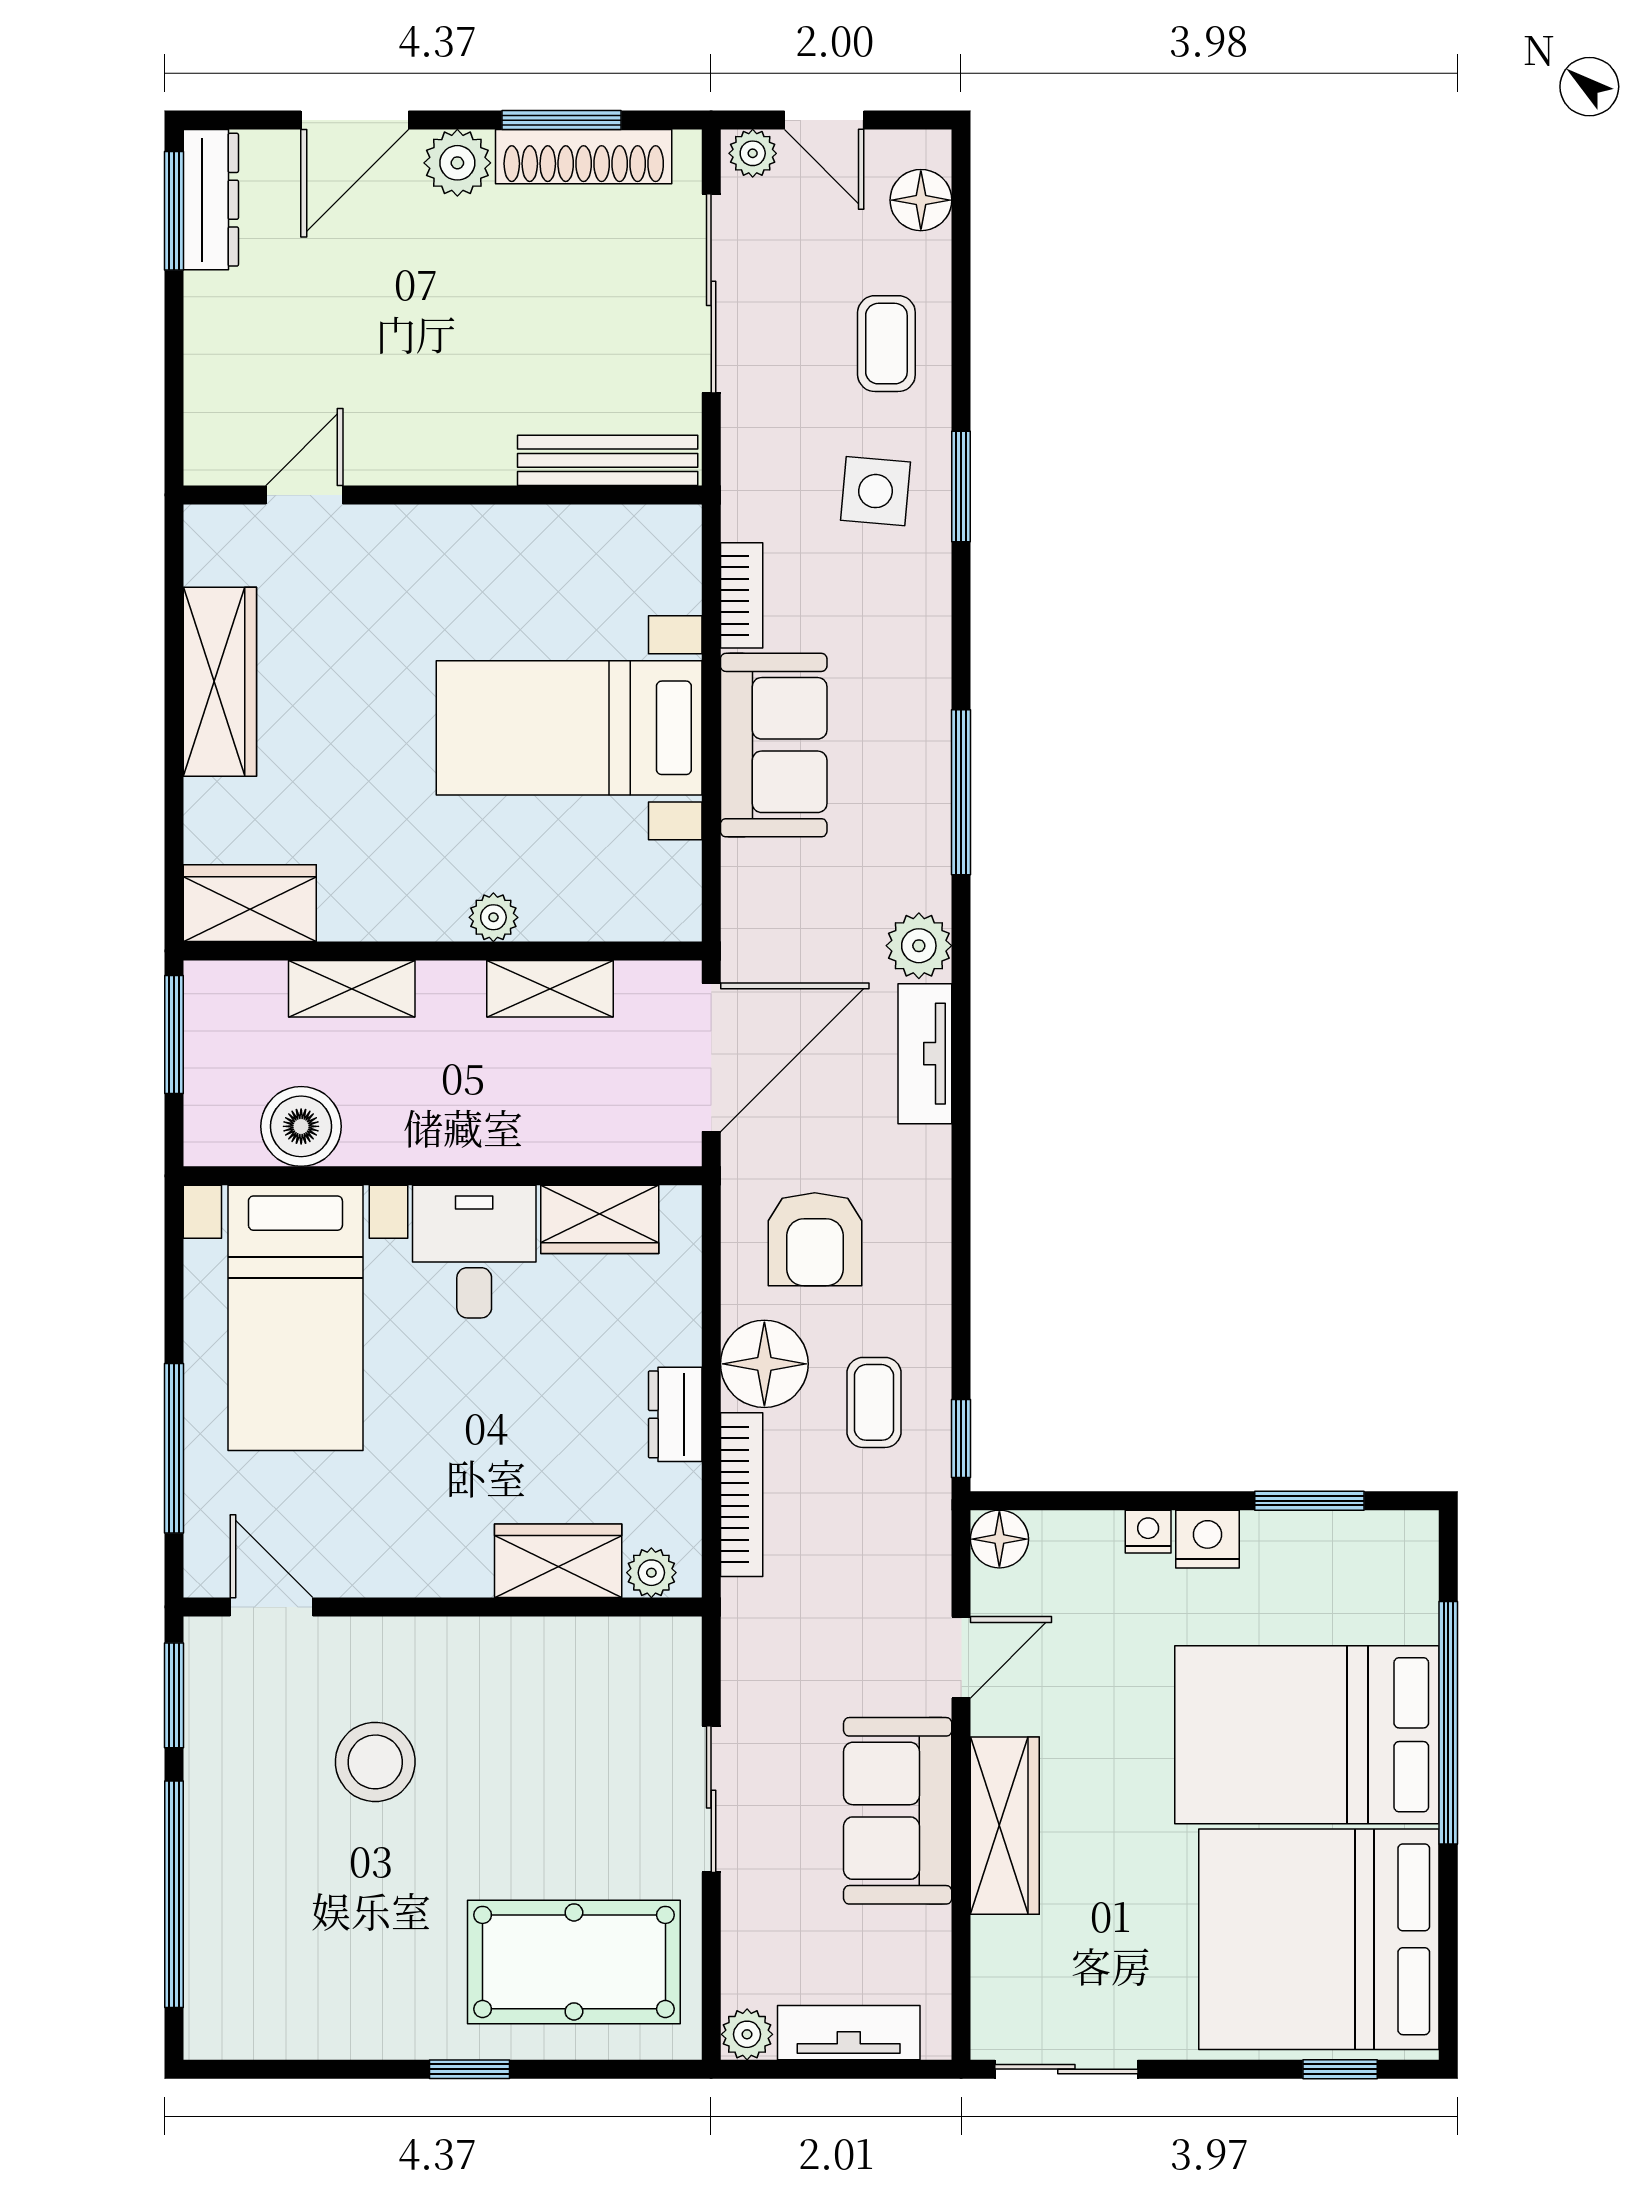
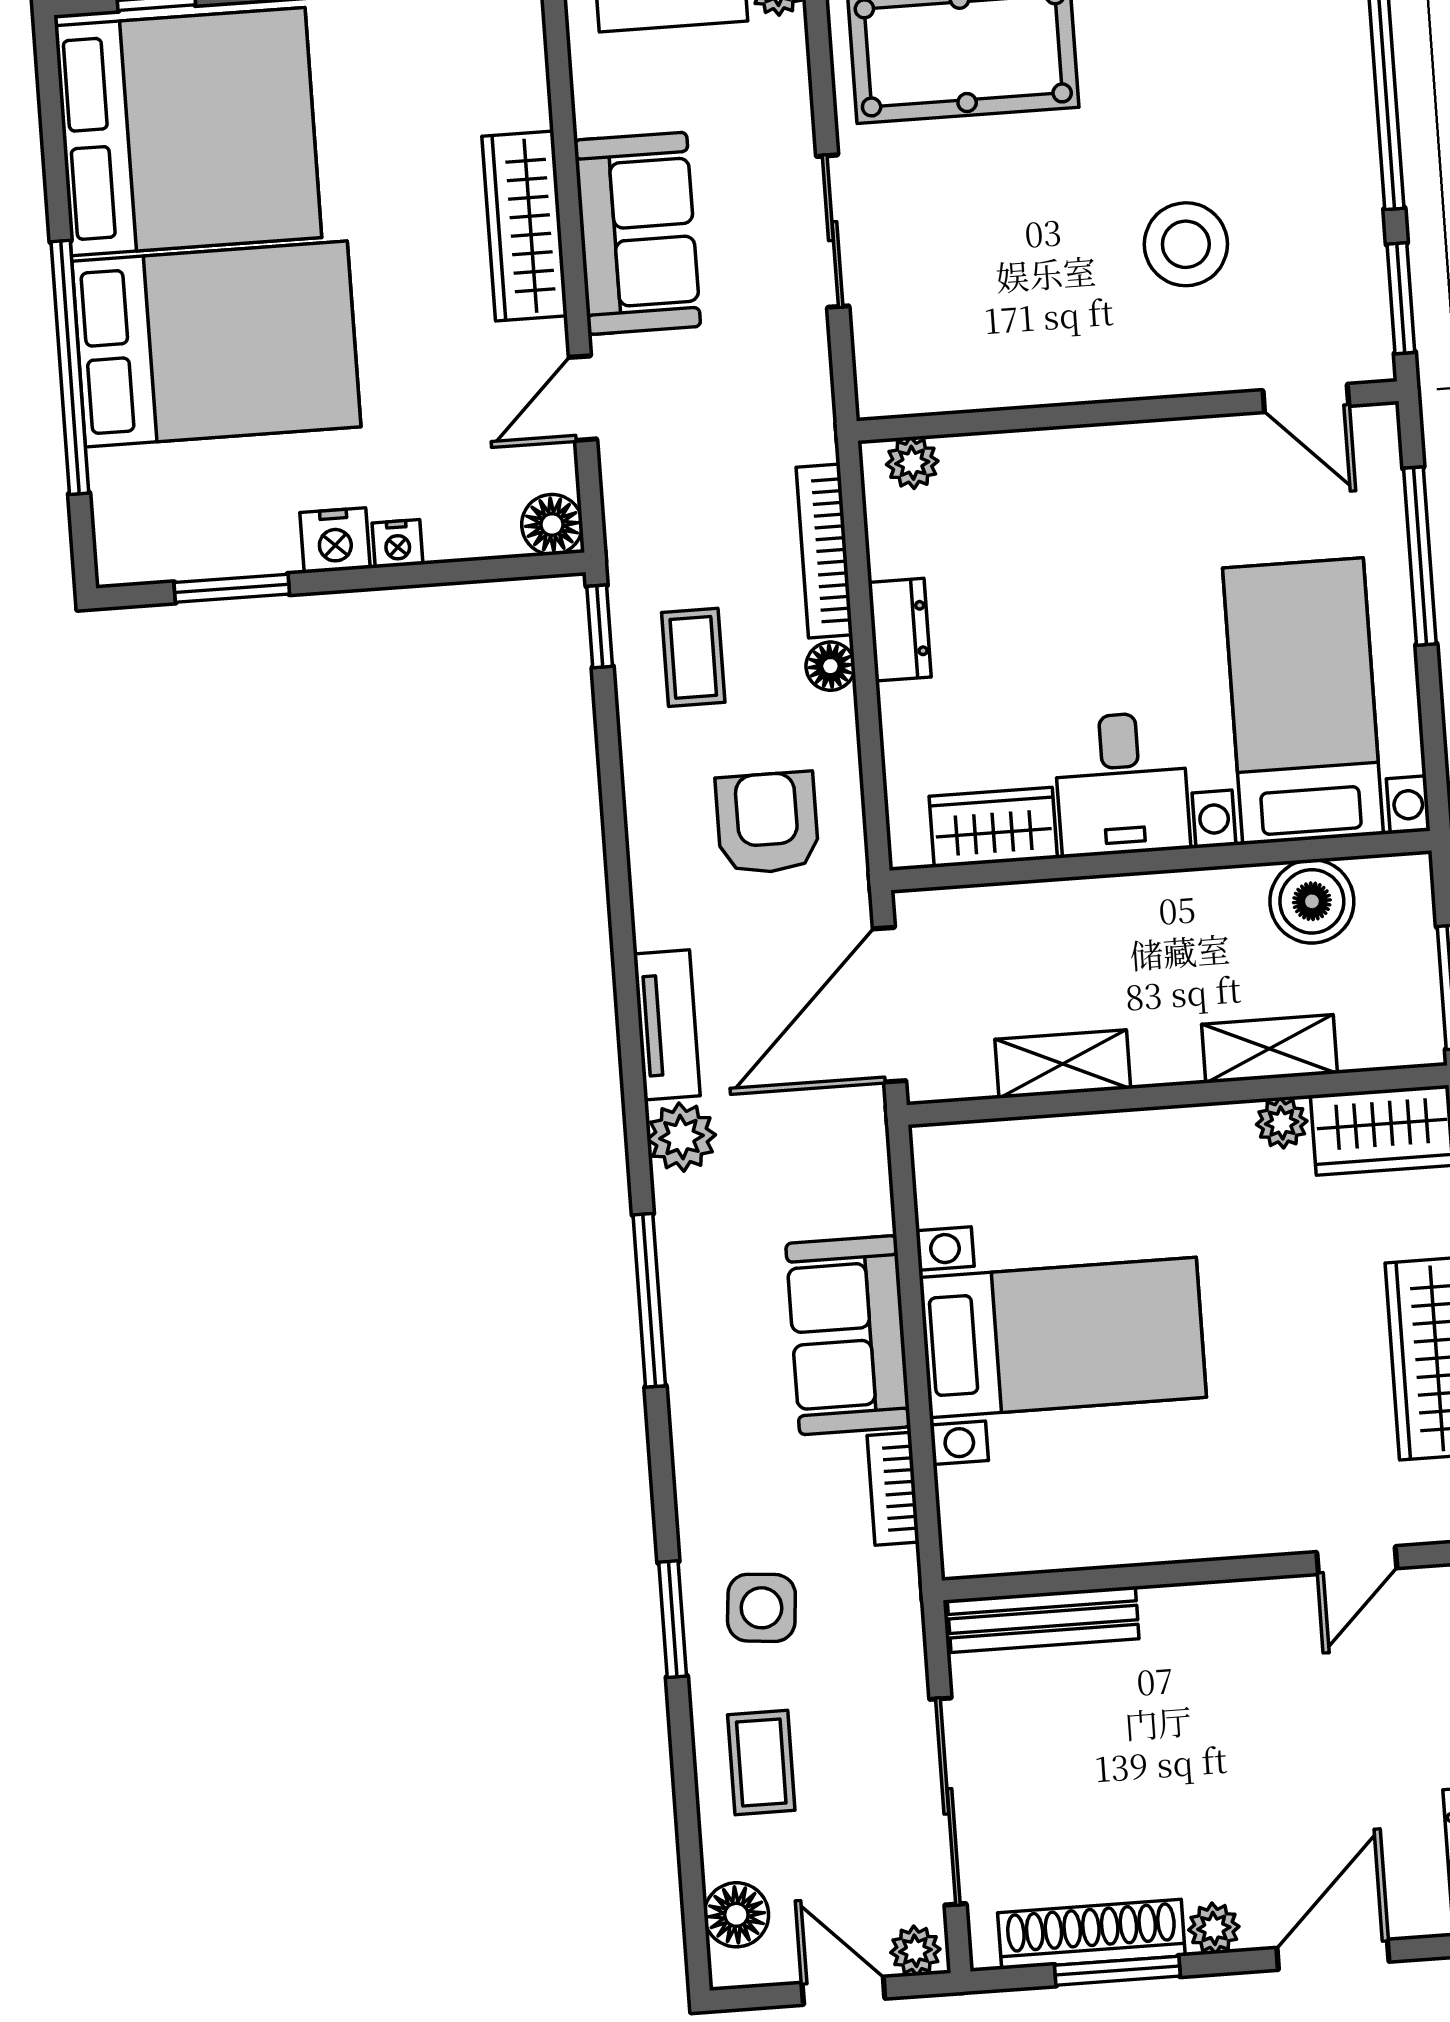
plant: (457, 163) -> (1214, 1928), width x0.73, depth x0.73
plant: (493, 917) -> (1282, 1123), moved
floor lamp: (764, 1364) -> (830, 666), width x0.53, depth x0.53
wardrobe: (558, 1561) -> (1011, 468), removed

